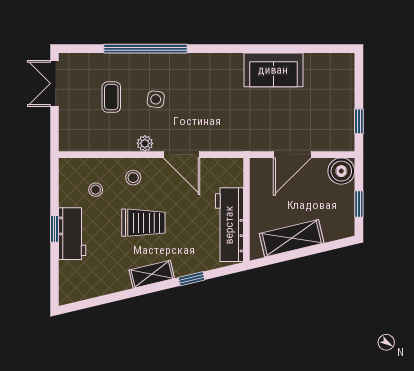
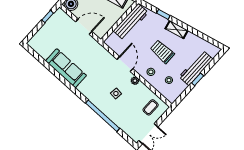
sofa: (273, 70) -> (66, 68), width x1.36
coffee table: (111, 97) -> (151, 107), moved
workbench: (72, 234) -> (196, 68), width x1.38

